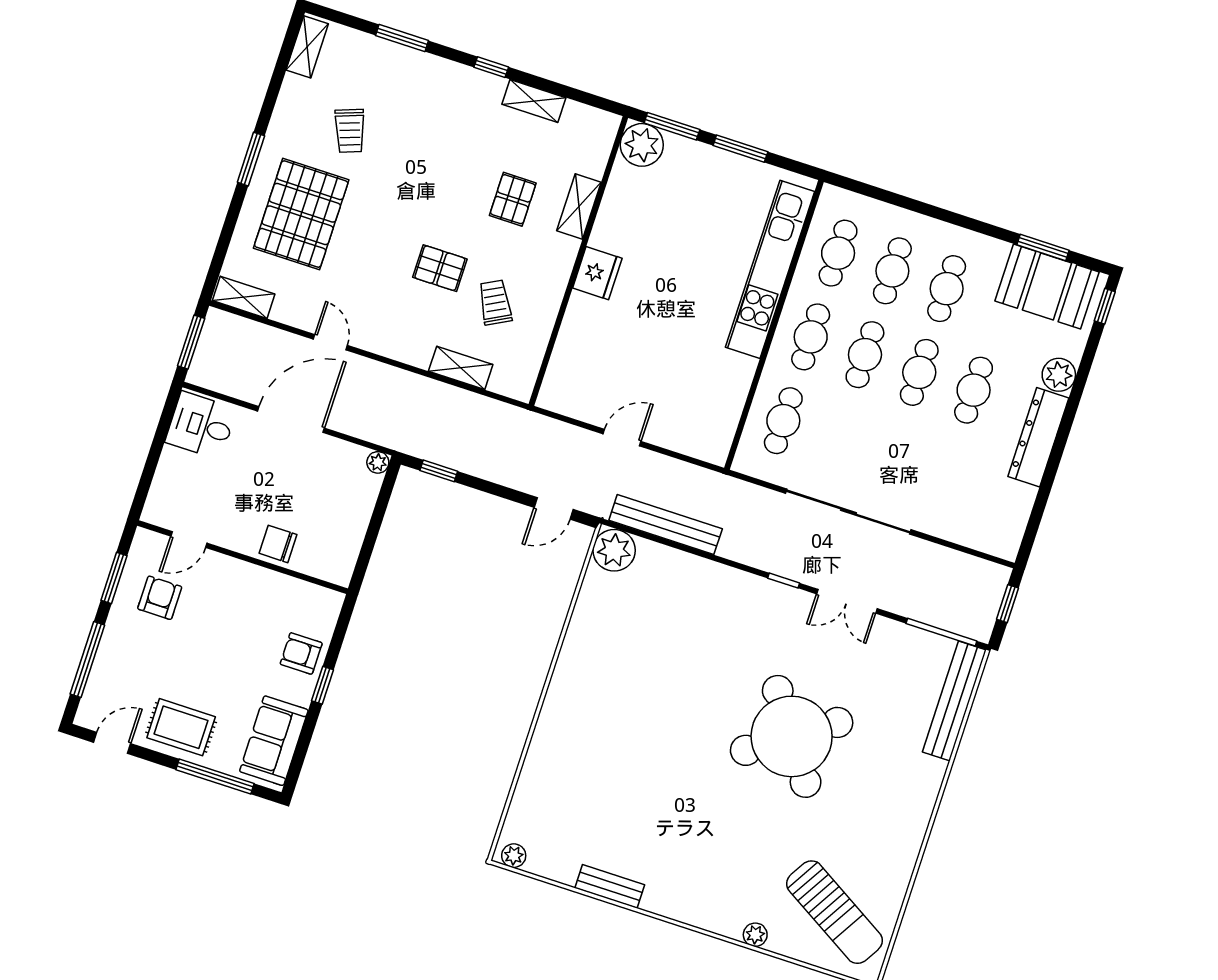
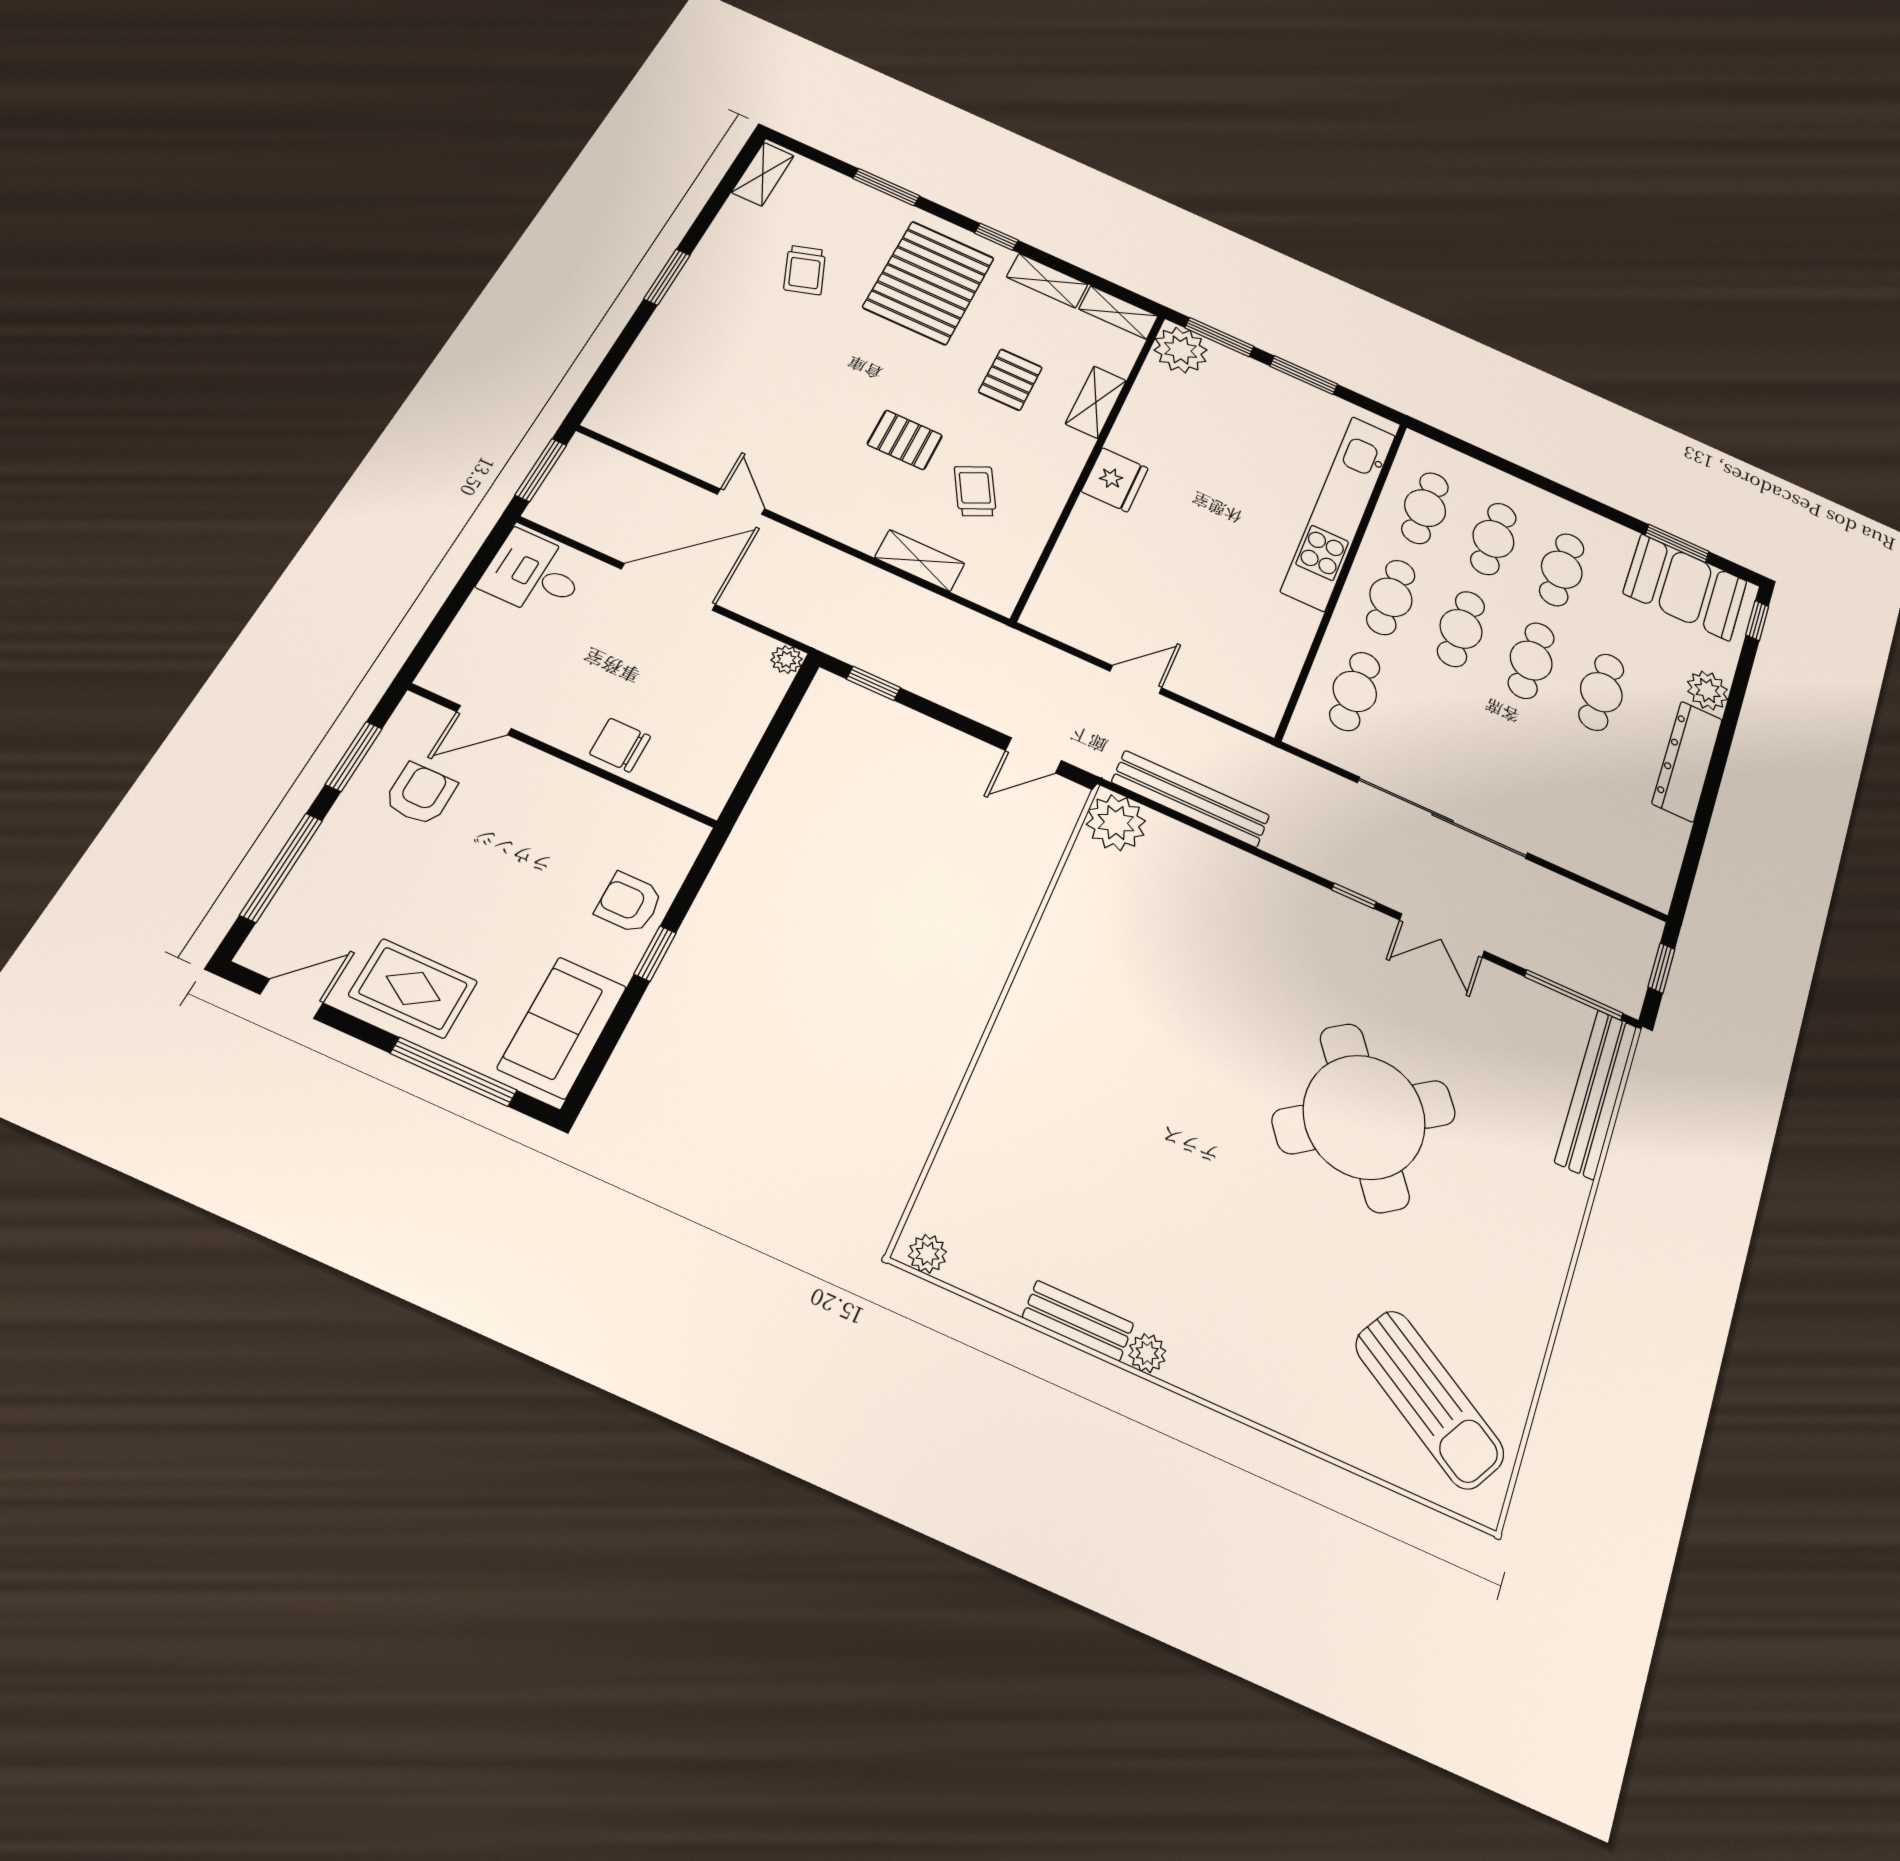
pallet: (301, 214) -> (929, 283), moved
shelving: (244, 297) -> (1118, 313), moved
plant: (755, 935) -> (1147, 1353), moved

